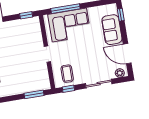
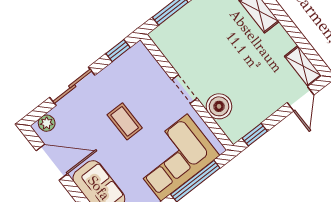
boiler: (36, 37) -> (219, 106), added
coffee table: (67, 74) -> (125, 121), moved

